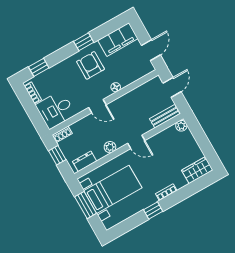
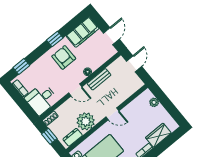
bench: (165, 116) -> (99, 79), moved
plant: (181, 126) -> (154, 102), moved
plant: (110, 147) -> (86, 121), width x1.88, depth x1.88
wardrobe: (197, 170) -> (158, 135), moved

